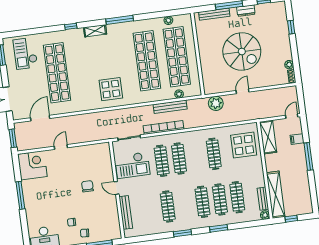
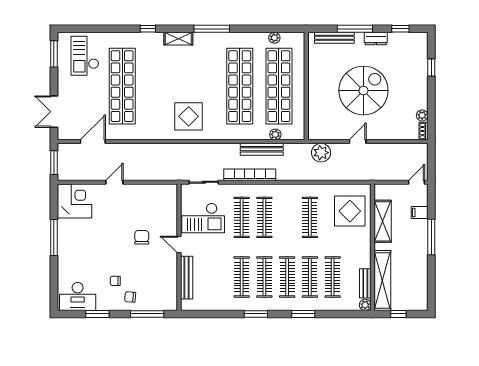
spiral stairs: (242, 52) -> (363, 91), turned -90
shelving: (268, 137) -> (383, 221), moved
clothes rail: (185, 204) -> (264, 277), added

